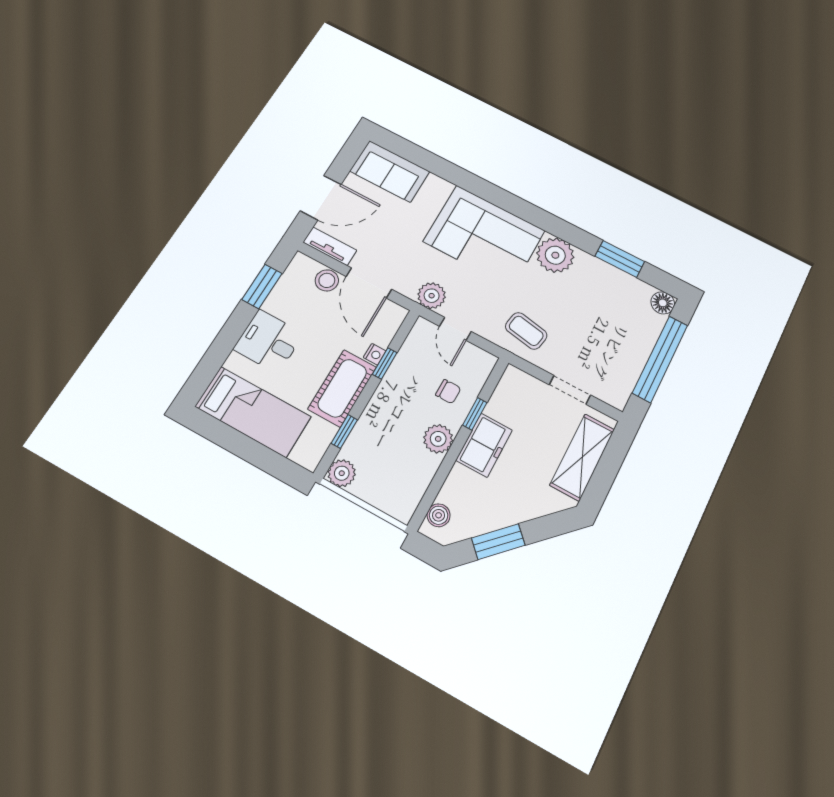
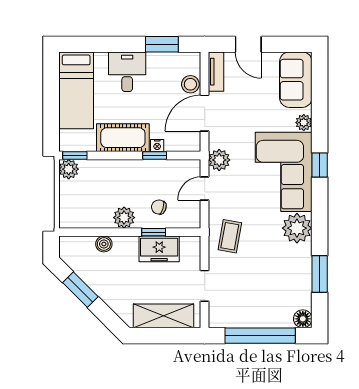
plant: (441, 188) -> (304, 123), added
window: (497, 196) -> (320, 165), added
door: (321, 198) -> (248, 44), width x0.73
chair: (448, 392) -> (159, 207), turned 106
window: (344, 431) -> (75, 155), moved
freezer: (484, 445) -> (159, 249), moved
boiler: (439, 515) -> (104, 244), moved

